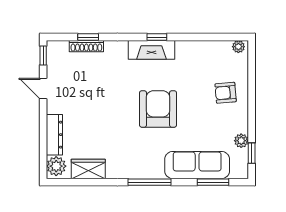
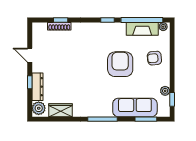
window: (207, 37) -> (142, 20), added
fireplace: (151, 50) -> (142, 29), moved
window: (43, 56) -> (30, 82), moved
armchair: (158, 109) -> (120, 64), moved

